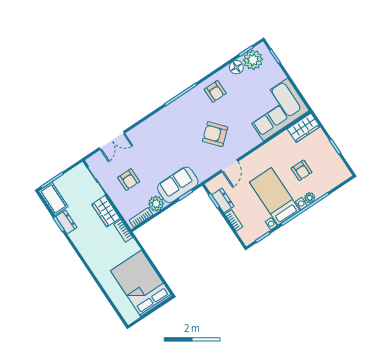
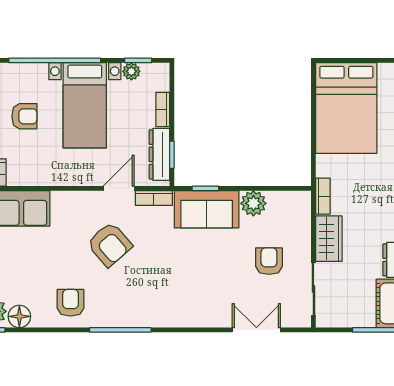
armchair: (302, 170) -> (24, 116), turned 90
plant: (310, 198) -> (131, 71), moved
dresser: (223, 201) -> (159, 154), width x1.44
bookcase: (141, 218) -> (154, 198), moved

